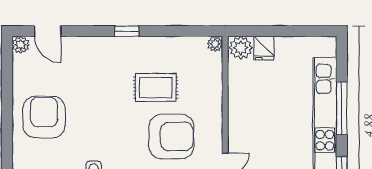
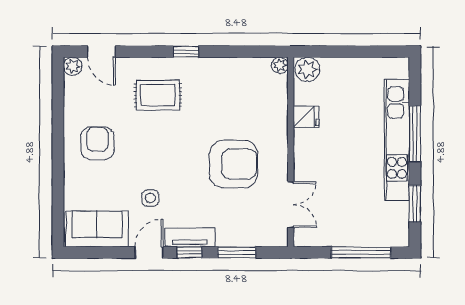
fridge: (264, 48) -> (306, 117), moved, turned -90
rug: (156, 88) -> (158, 95), moved
armchair: (44, 117) -> (97, 143), width x0.73, depth x0.73

